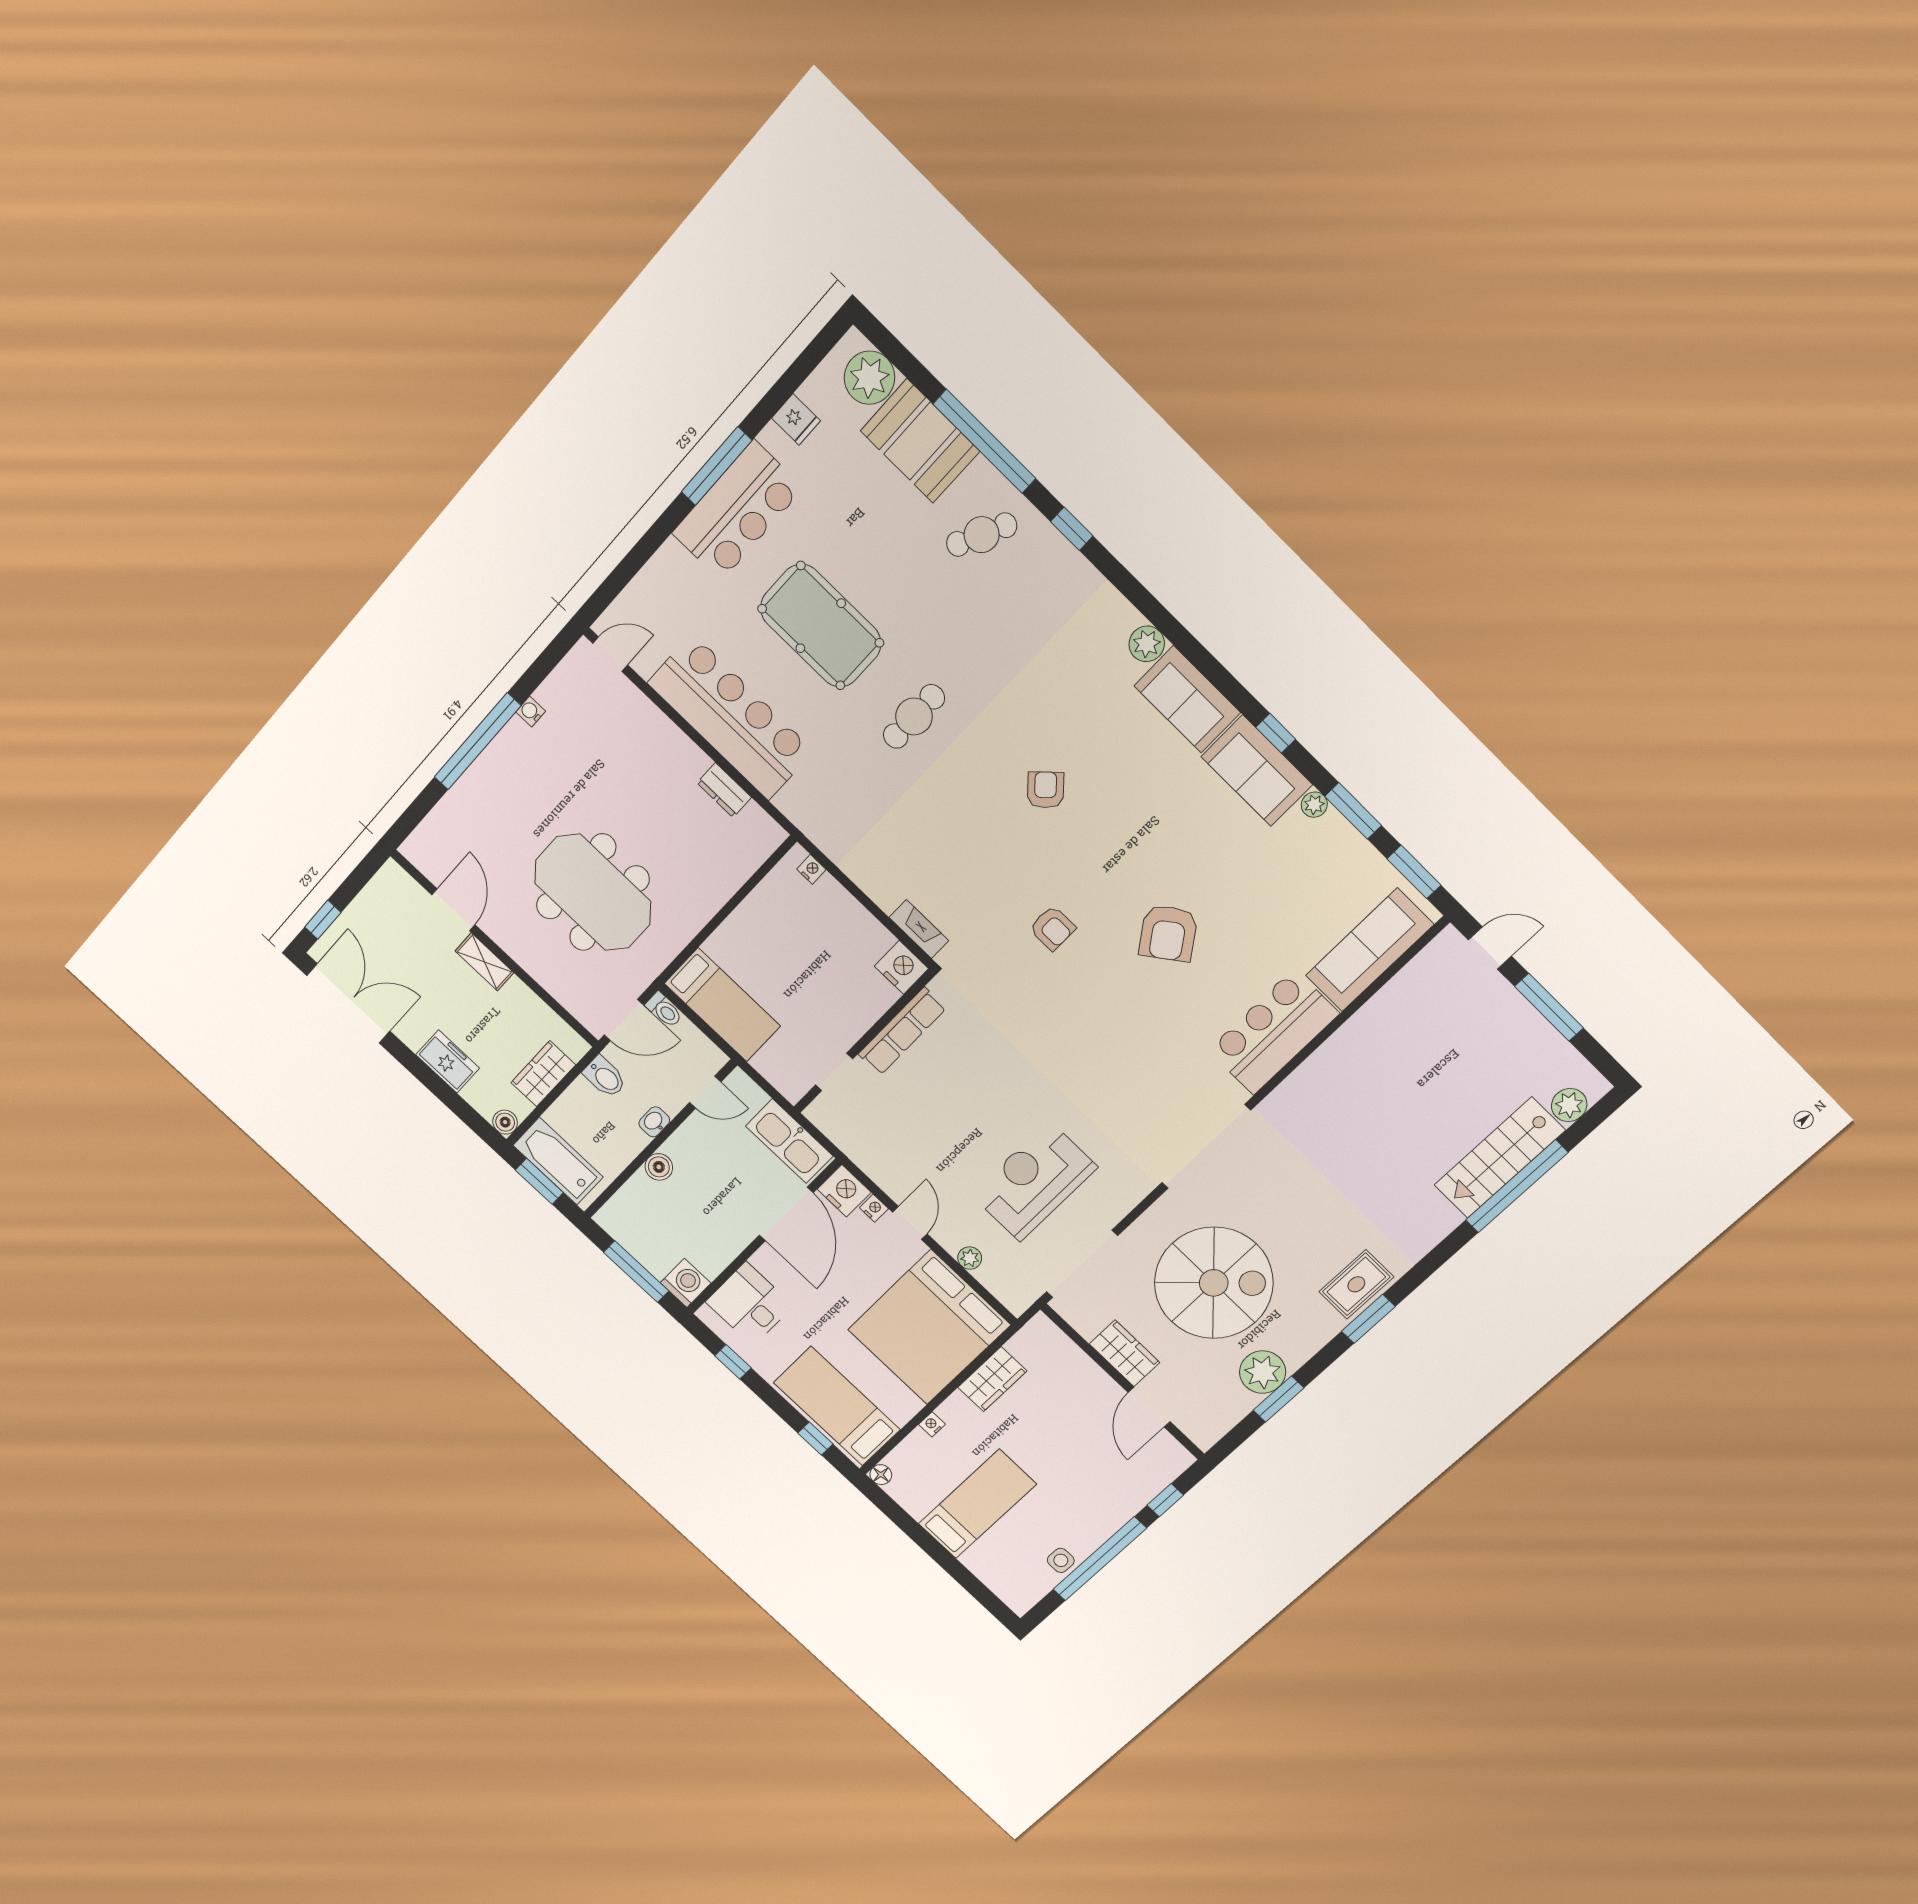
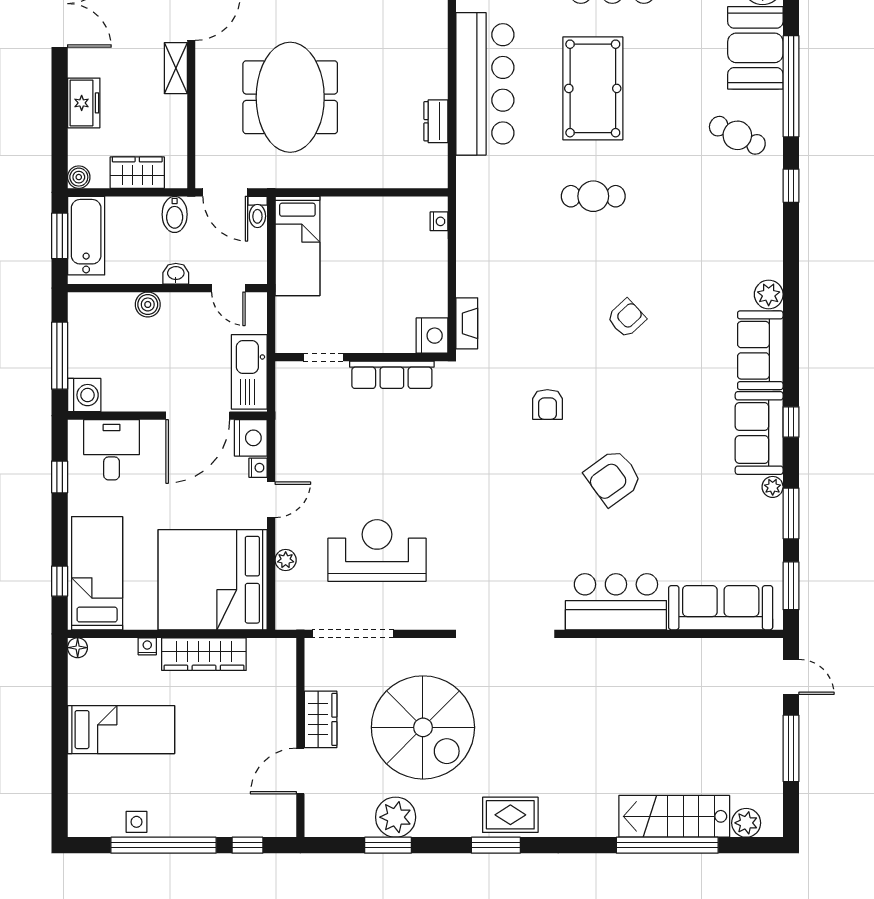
wardrobe: (992, 1379) -> (204, 654), width x1.50

